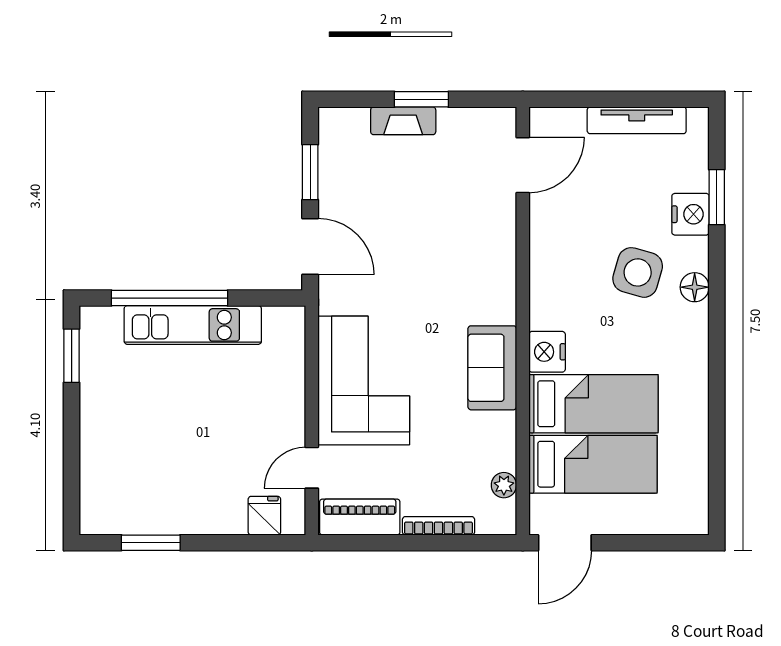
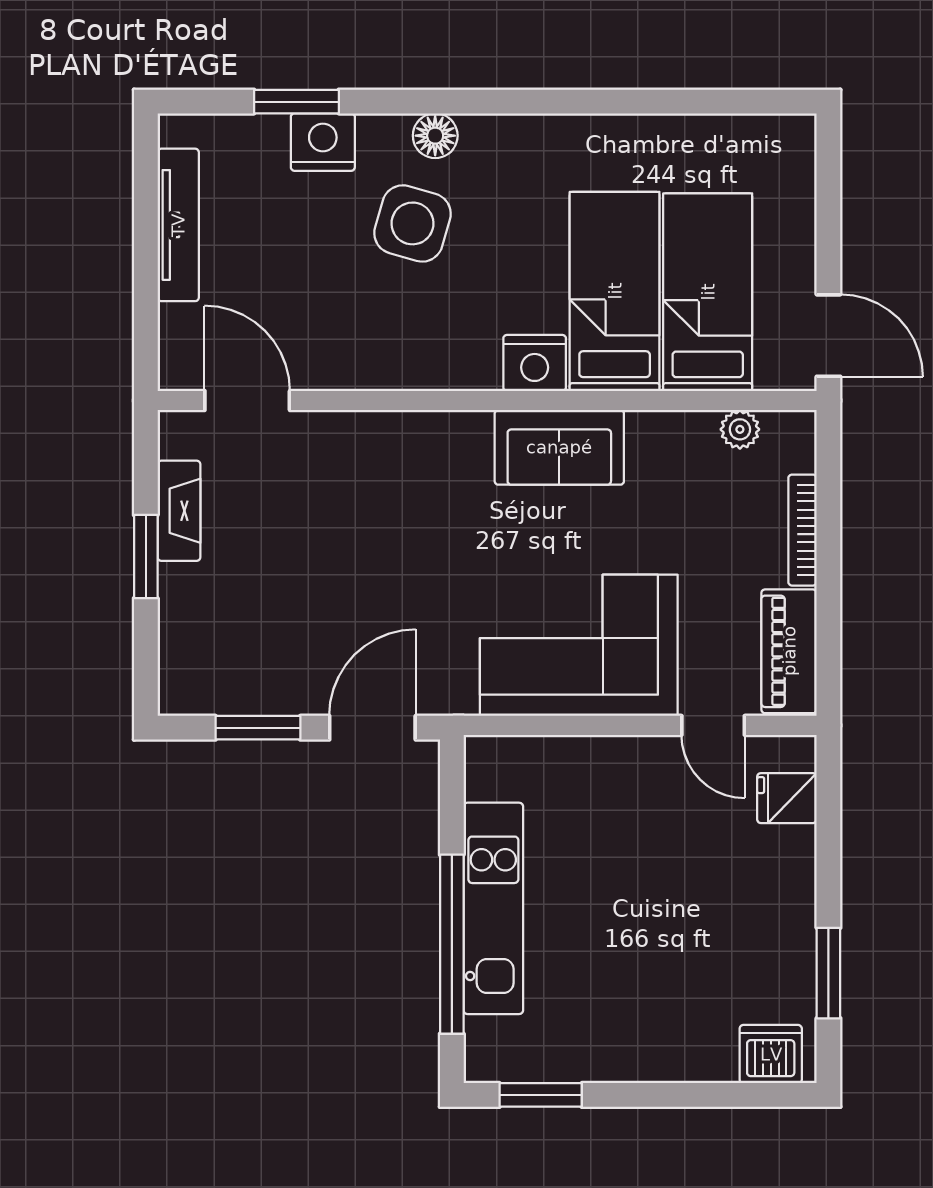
fireplace: (403, 121) -> (179, 511), moved
dishwasher: (98, 505) -> (771, 1054), added

